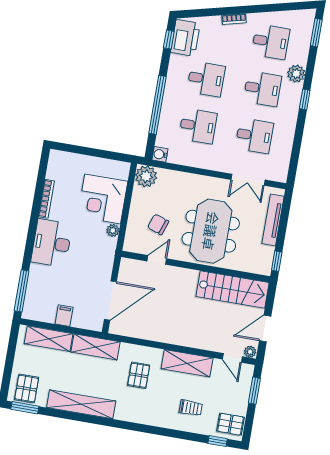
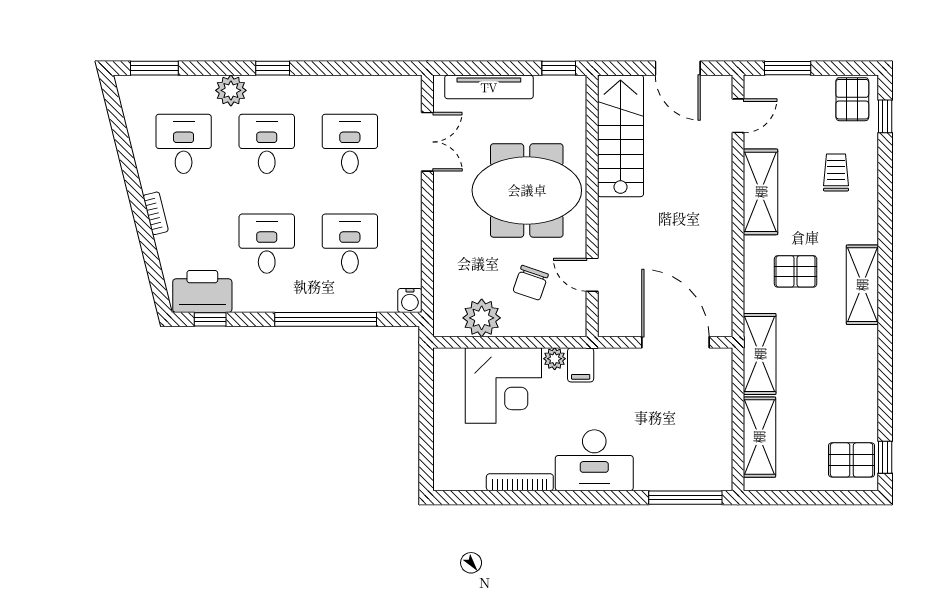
plant: (146, 176) -> (482, 318), moved
filing cabinet: (64, 316) -> (581, 365), moved, turned -90
plant: (250, 352) -> (722, 87), removed
shelving: (81, 404) -> (862, 285), moved, width x0.68
window: (25, 408) -> (885, 457), width x0.67

